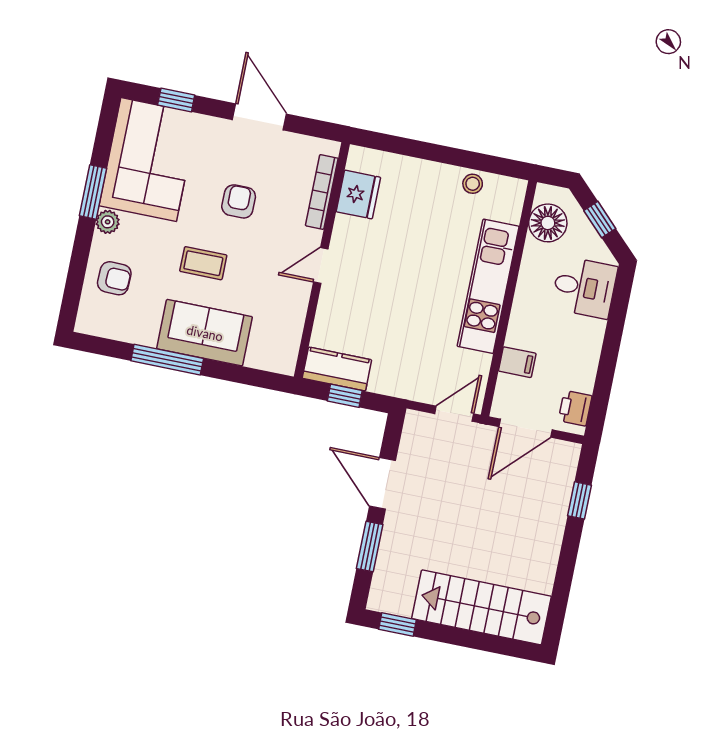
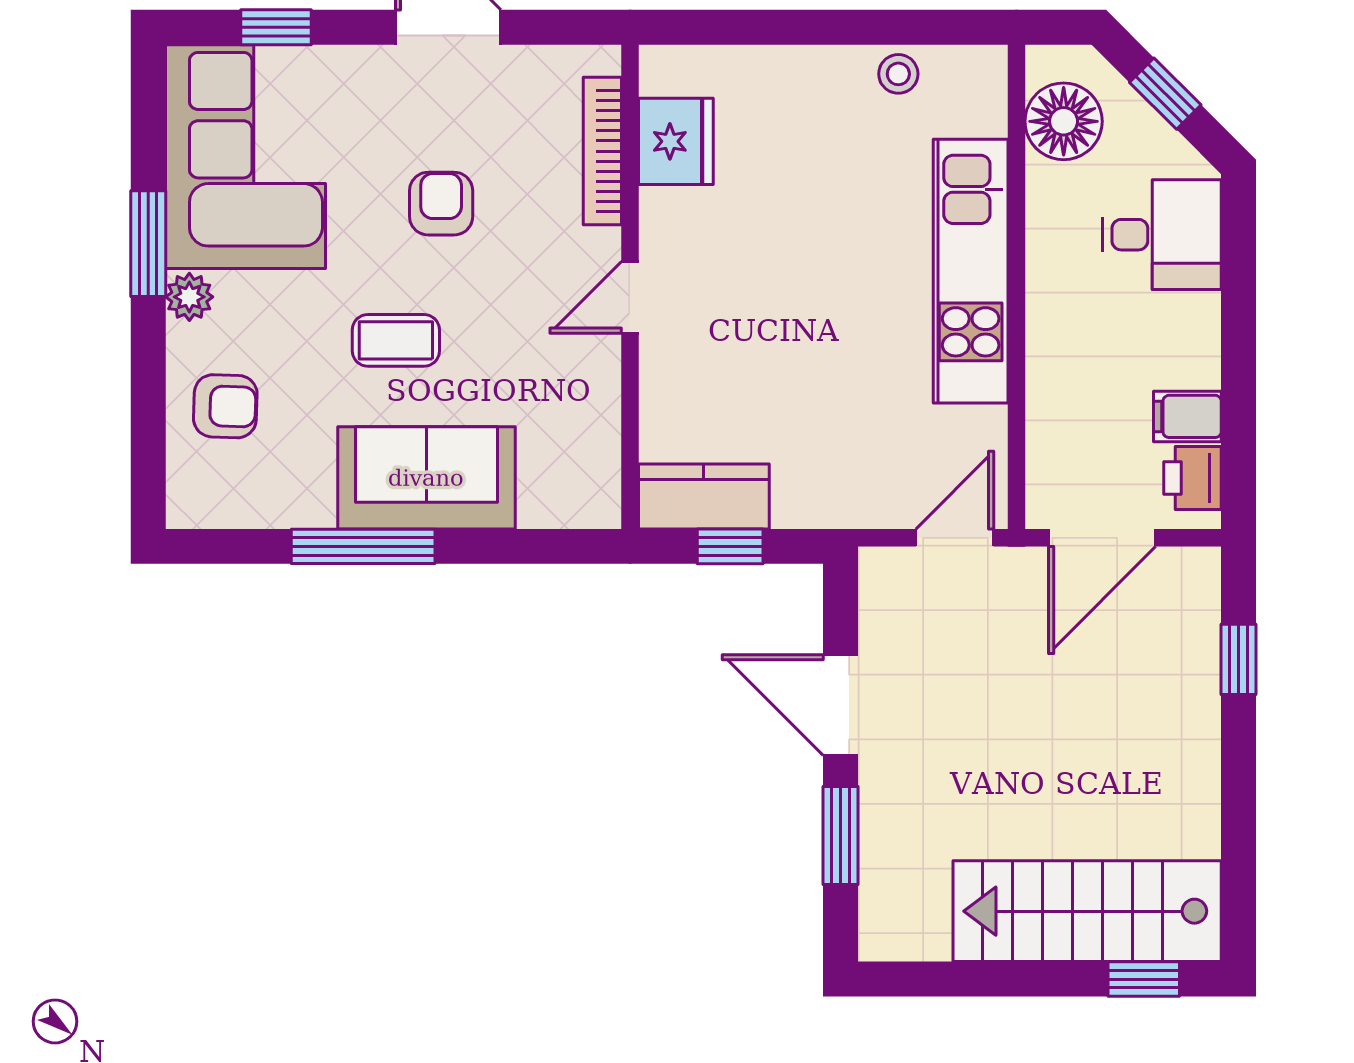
filing cabinet: (517, 362) -> (1187, 416), moved, turned 180
window: (397, 624) -> (1144, 979), moved

